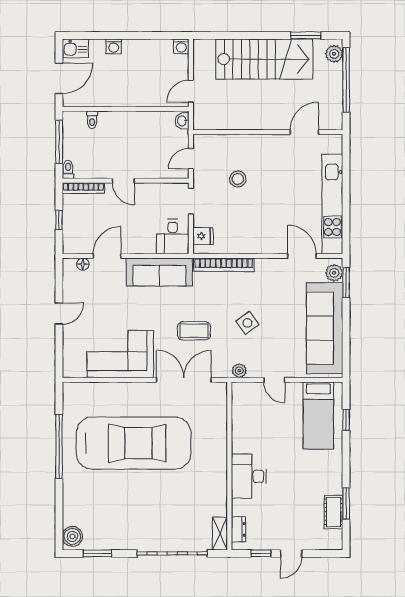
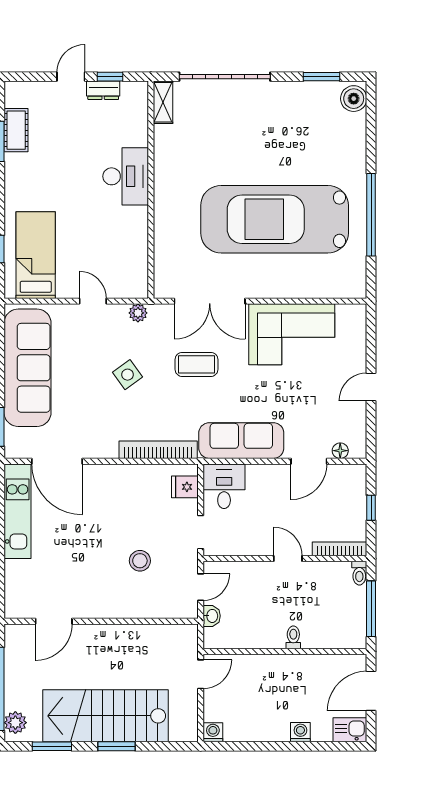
window: (256, 36) -> (117, 746), added
toilet: (92, 120) -> (293, 637), moved
washbasin: (182, 121) -> (212, 616), moved
kitchen unit: (332, 204) -> (18, 511), width x0.73
door: (302, 256) -> (57, 461), width x1.36
plant: (334, 273) -> (15, 439), removed
dresser: (238, 529) -> (103, 90), moved, turned -90

